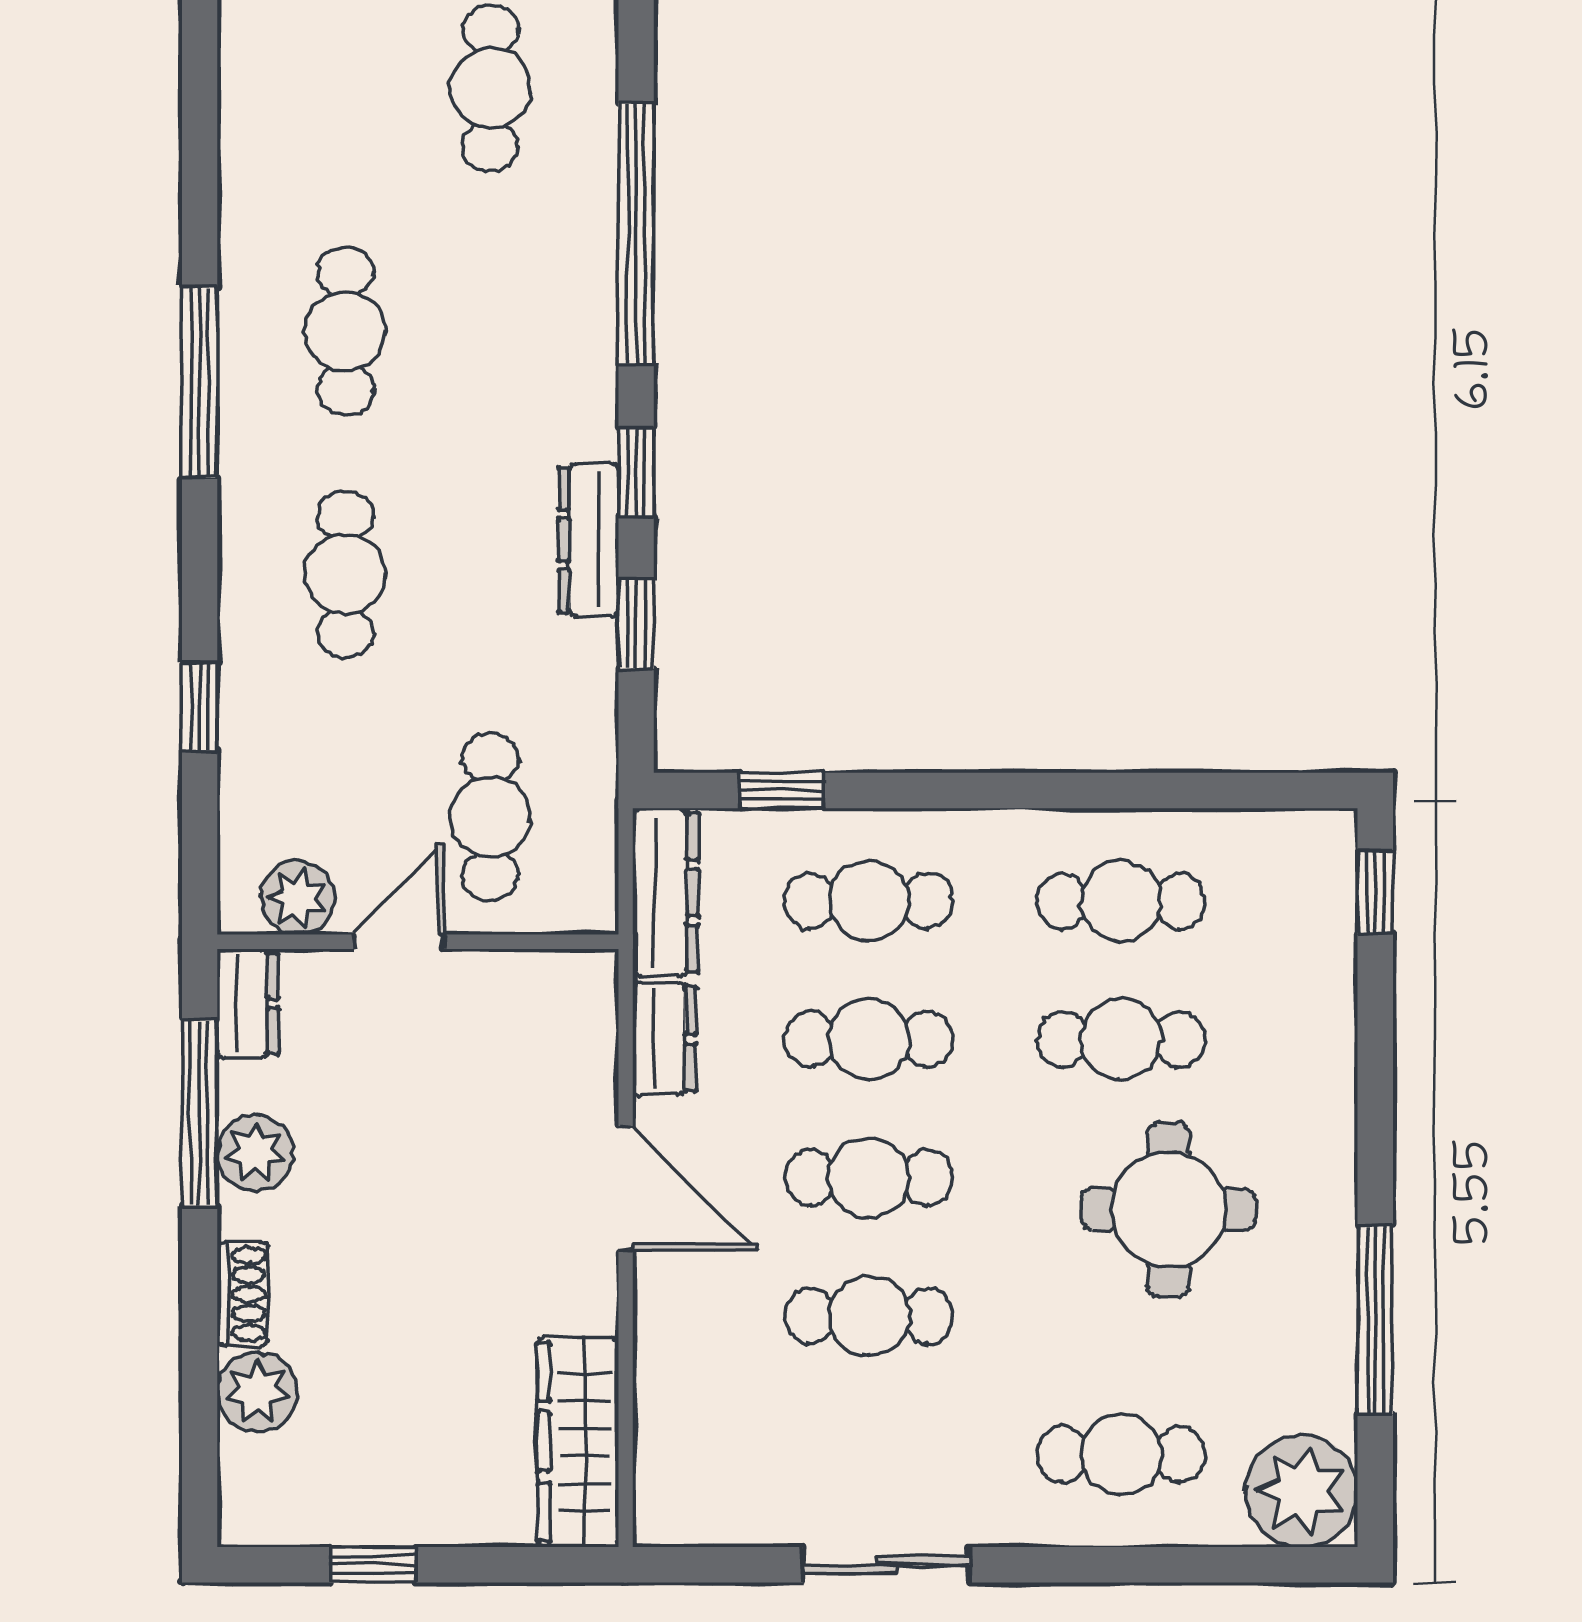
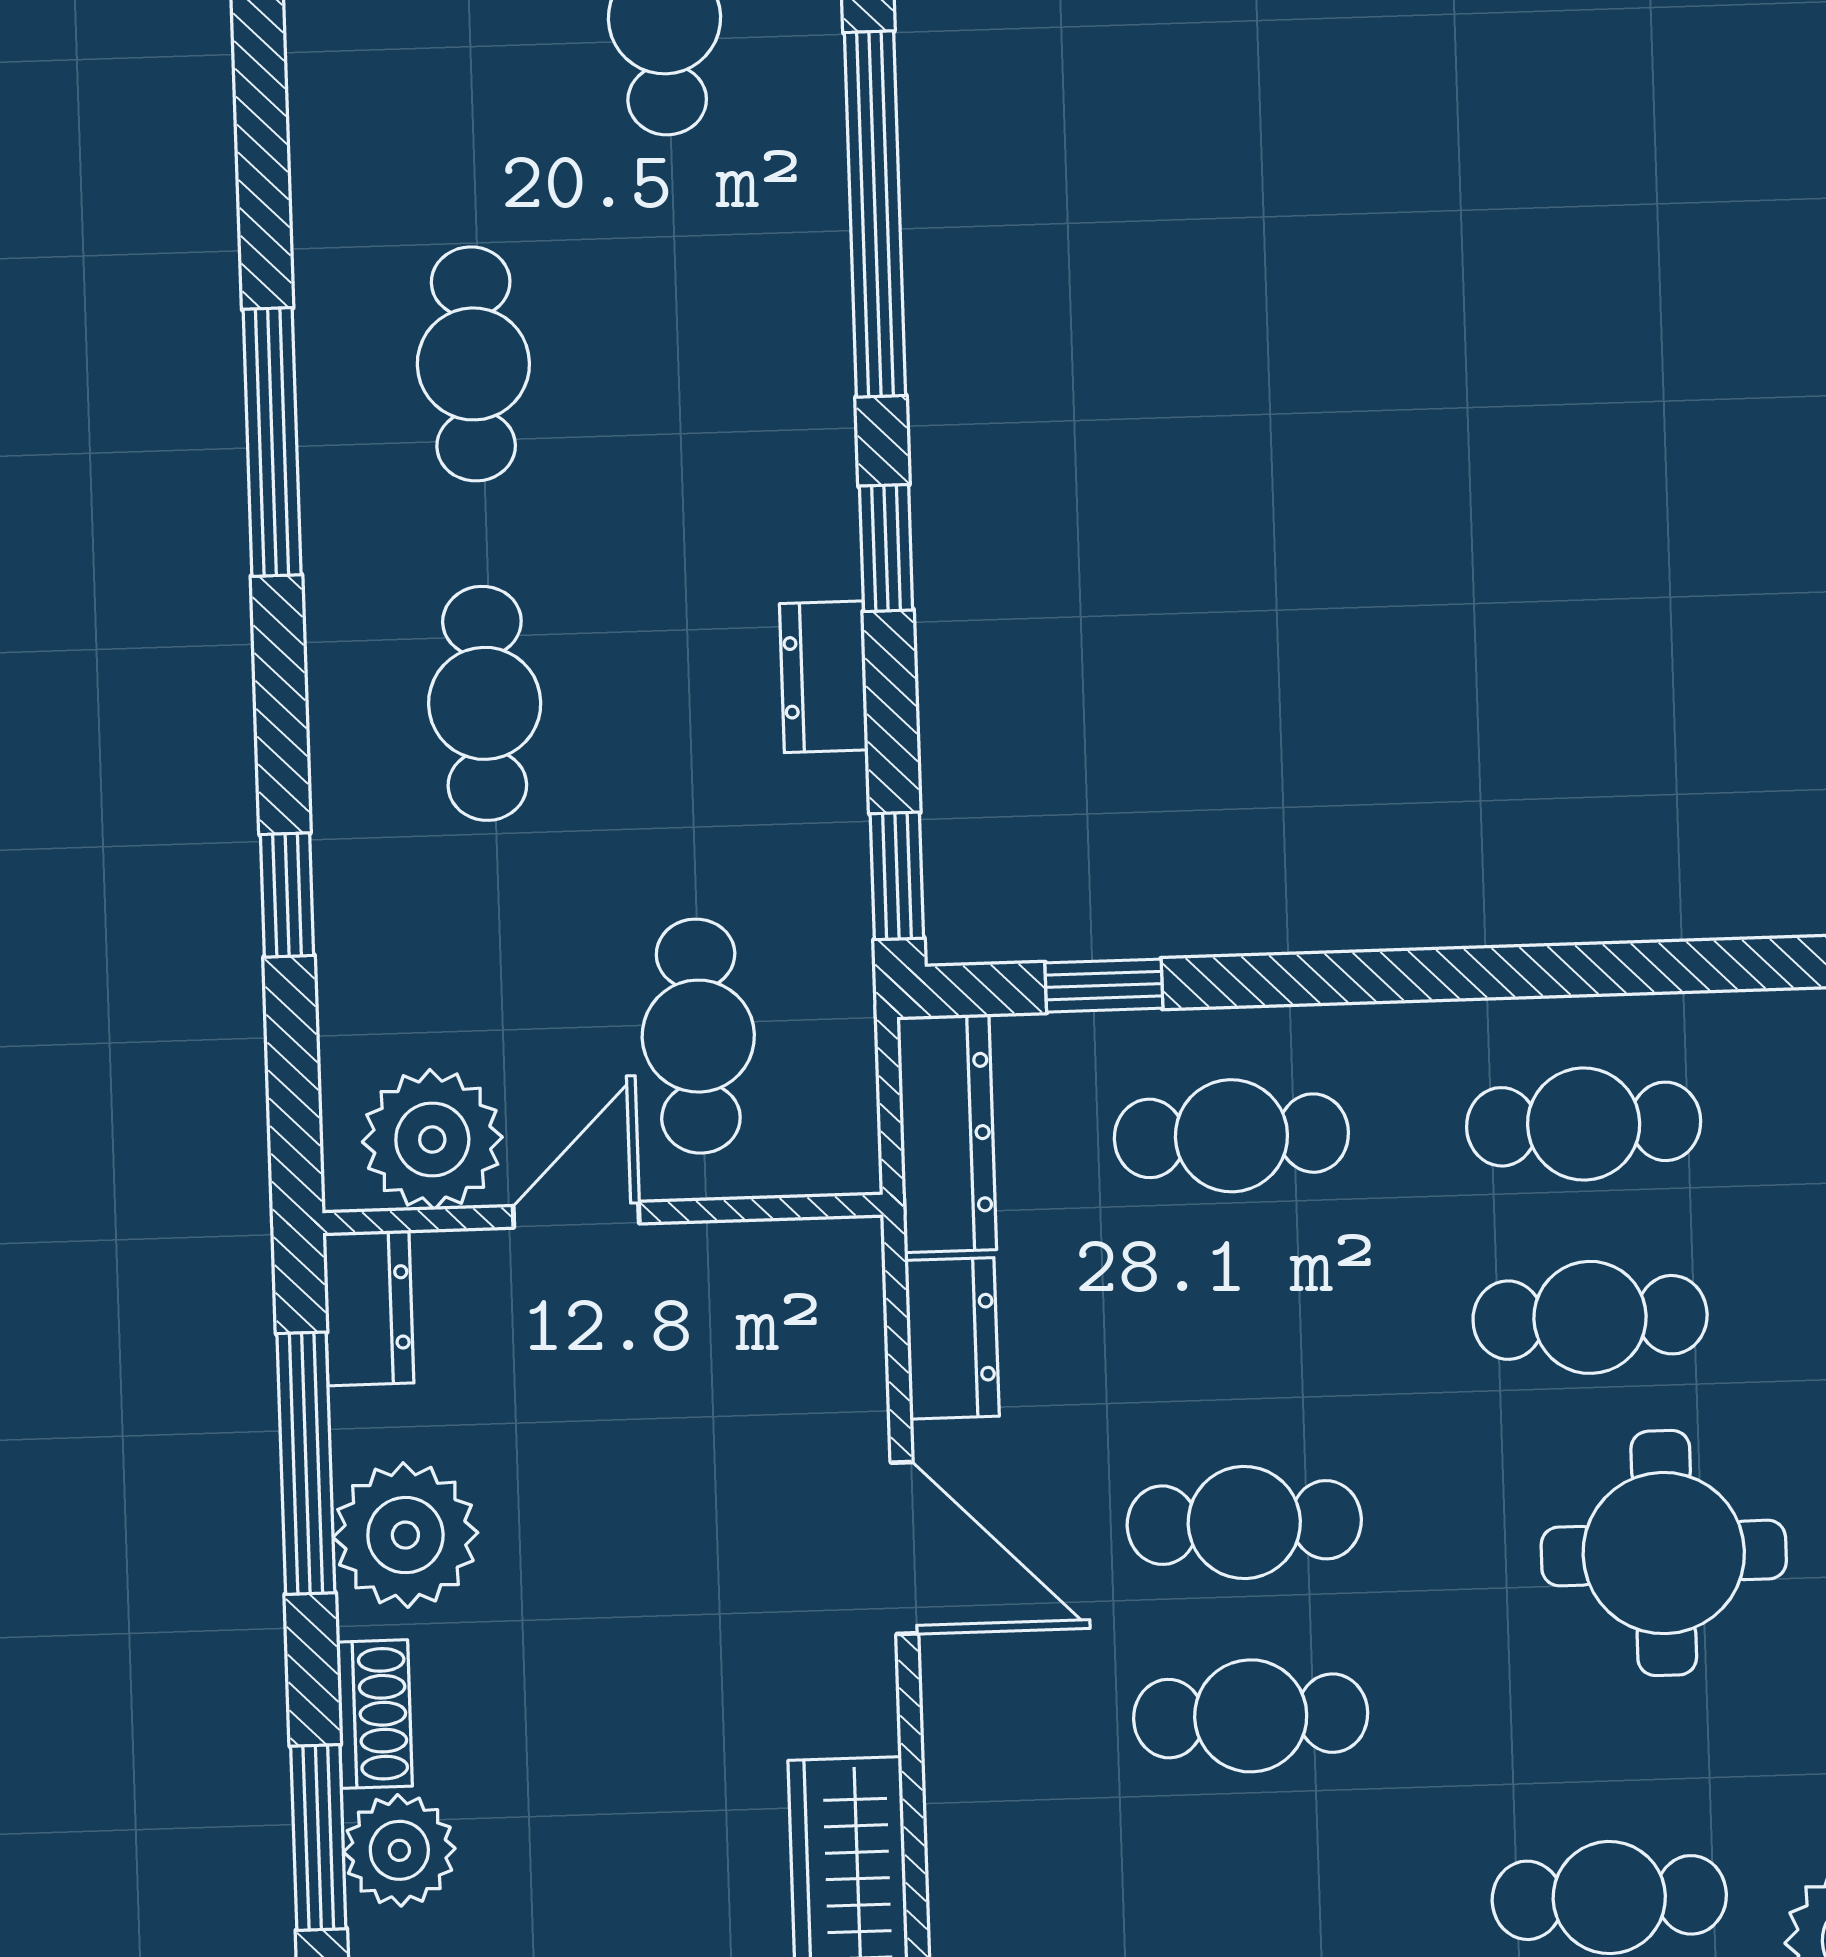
dresser: (589, 540) -> (824, 677), width x0.70
window: (636, 624) -> (897, 876), moved
plant: (298, 898) -> (432, 1139), width x1.36, depth x1.36
cafe table: (869, 1039) -> (1238, 1329), removed
plant: (255, 1153) -> (405, 1535), width x1.36, depth x1.36
window: (200, 1381) -> (318, 1838), added

